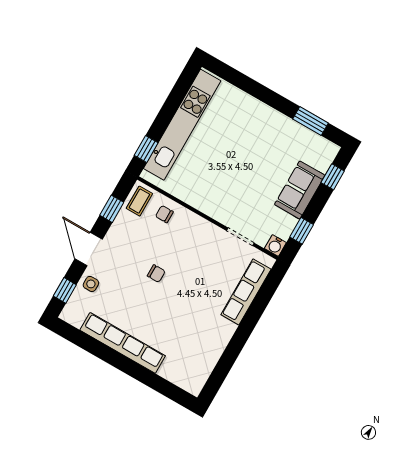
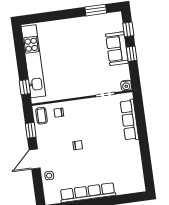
window: (302, 231) -> (132, 54), moved
door: (89, 249) -> (35, 159), hinge flipped
window: (65, 290) -> (39, 189), removed

